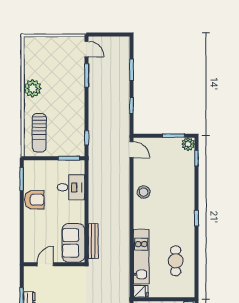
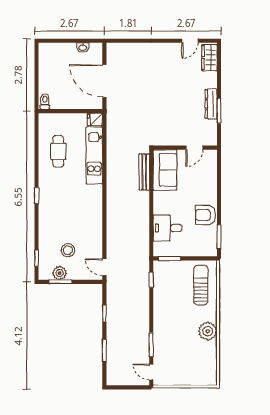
plant: (188, 144) -> (60, 273), moved
stool: (144, 192) -> (68, 250), moved

